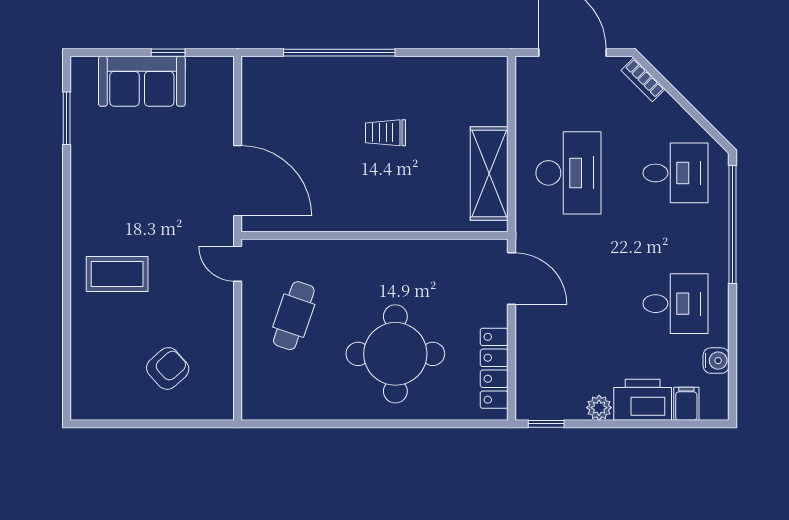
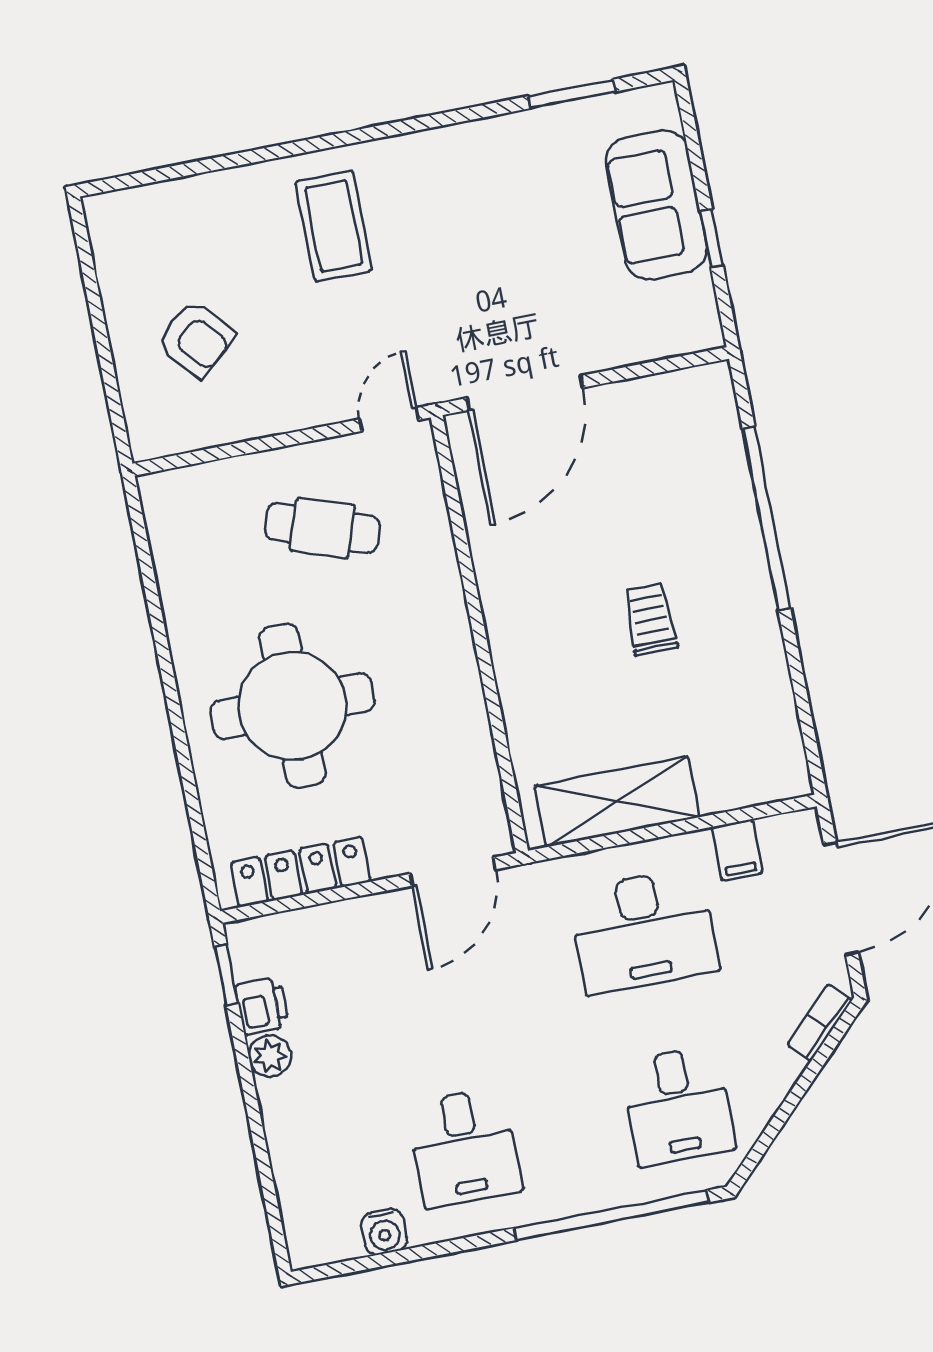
printer: (643, 400) -> (262, 1006), moved, width x0.53, depth x0.68
filing cabinet: (686, 404) -> (737, 850), moved, turned 90

